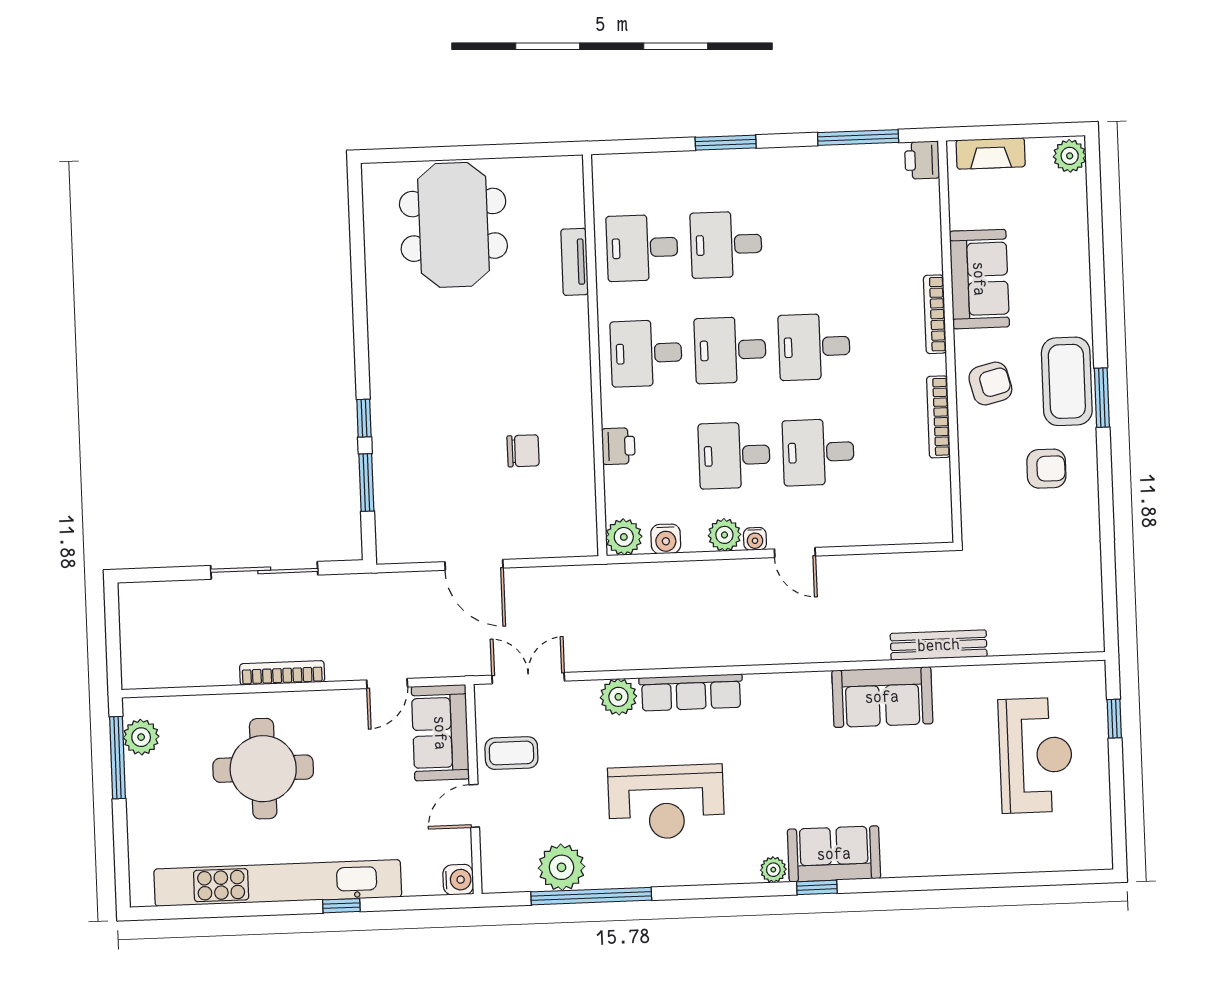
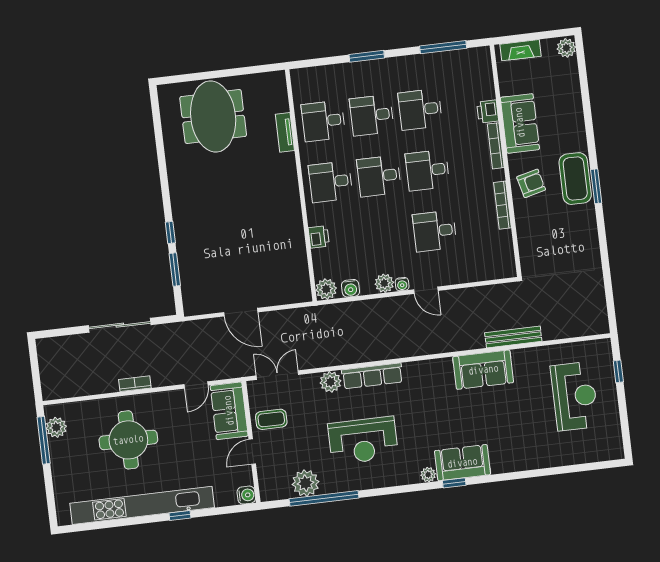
printer: (922, 160) -> (488, 112), moved
chair: (523, 451) -> (264, 244), removed
desk: (734, 455) -> (420, 109), moved
armchair: (1046, 469) -> (567, 230), removed
bookcase: (282, 673) -> (135, 384), width x0.64

